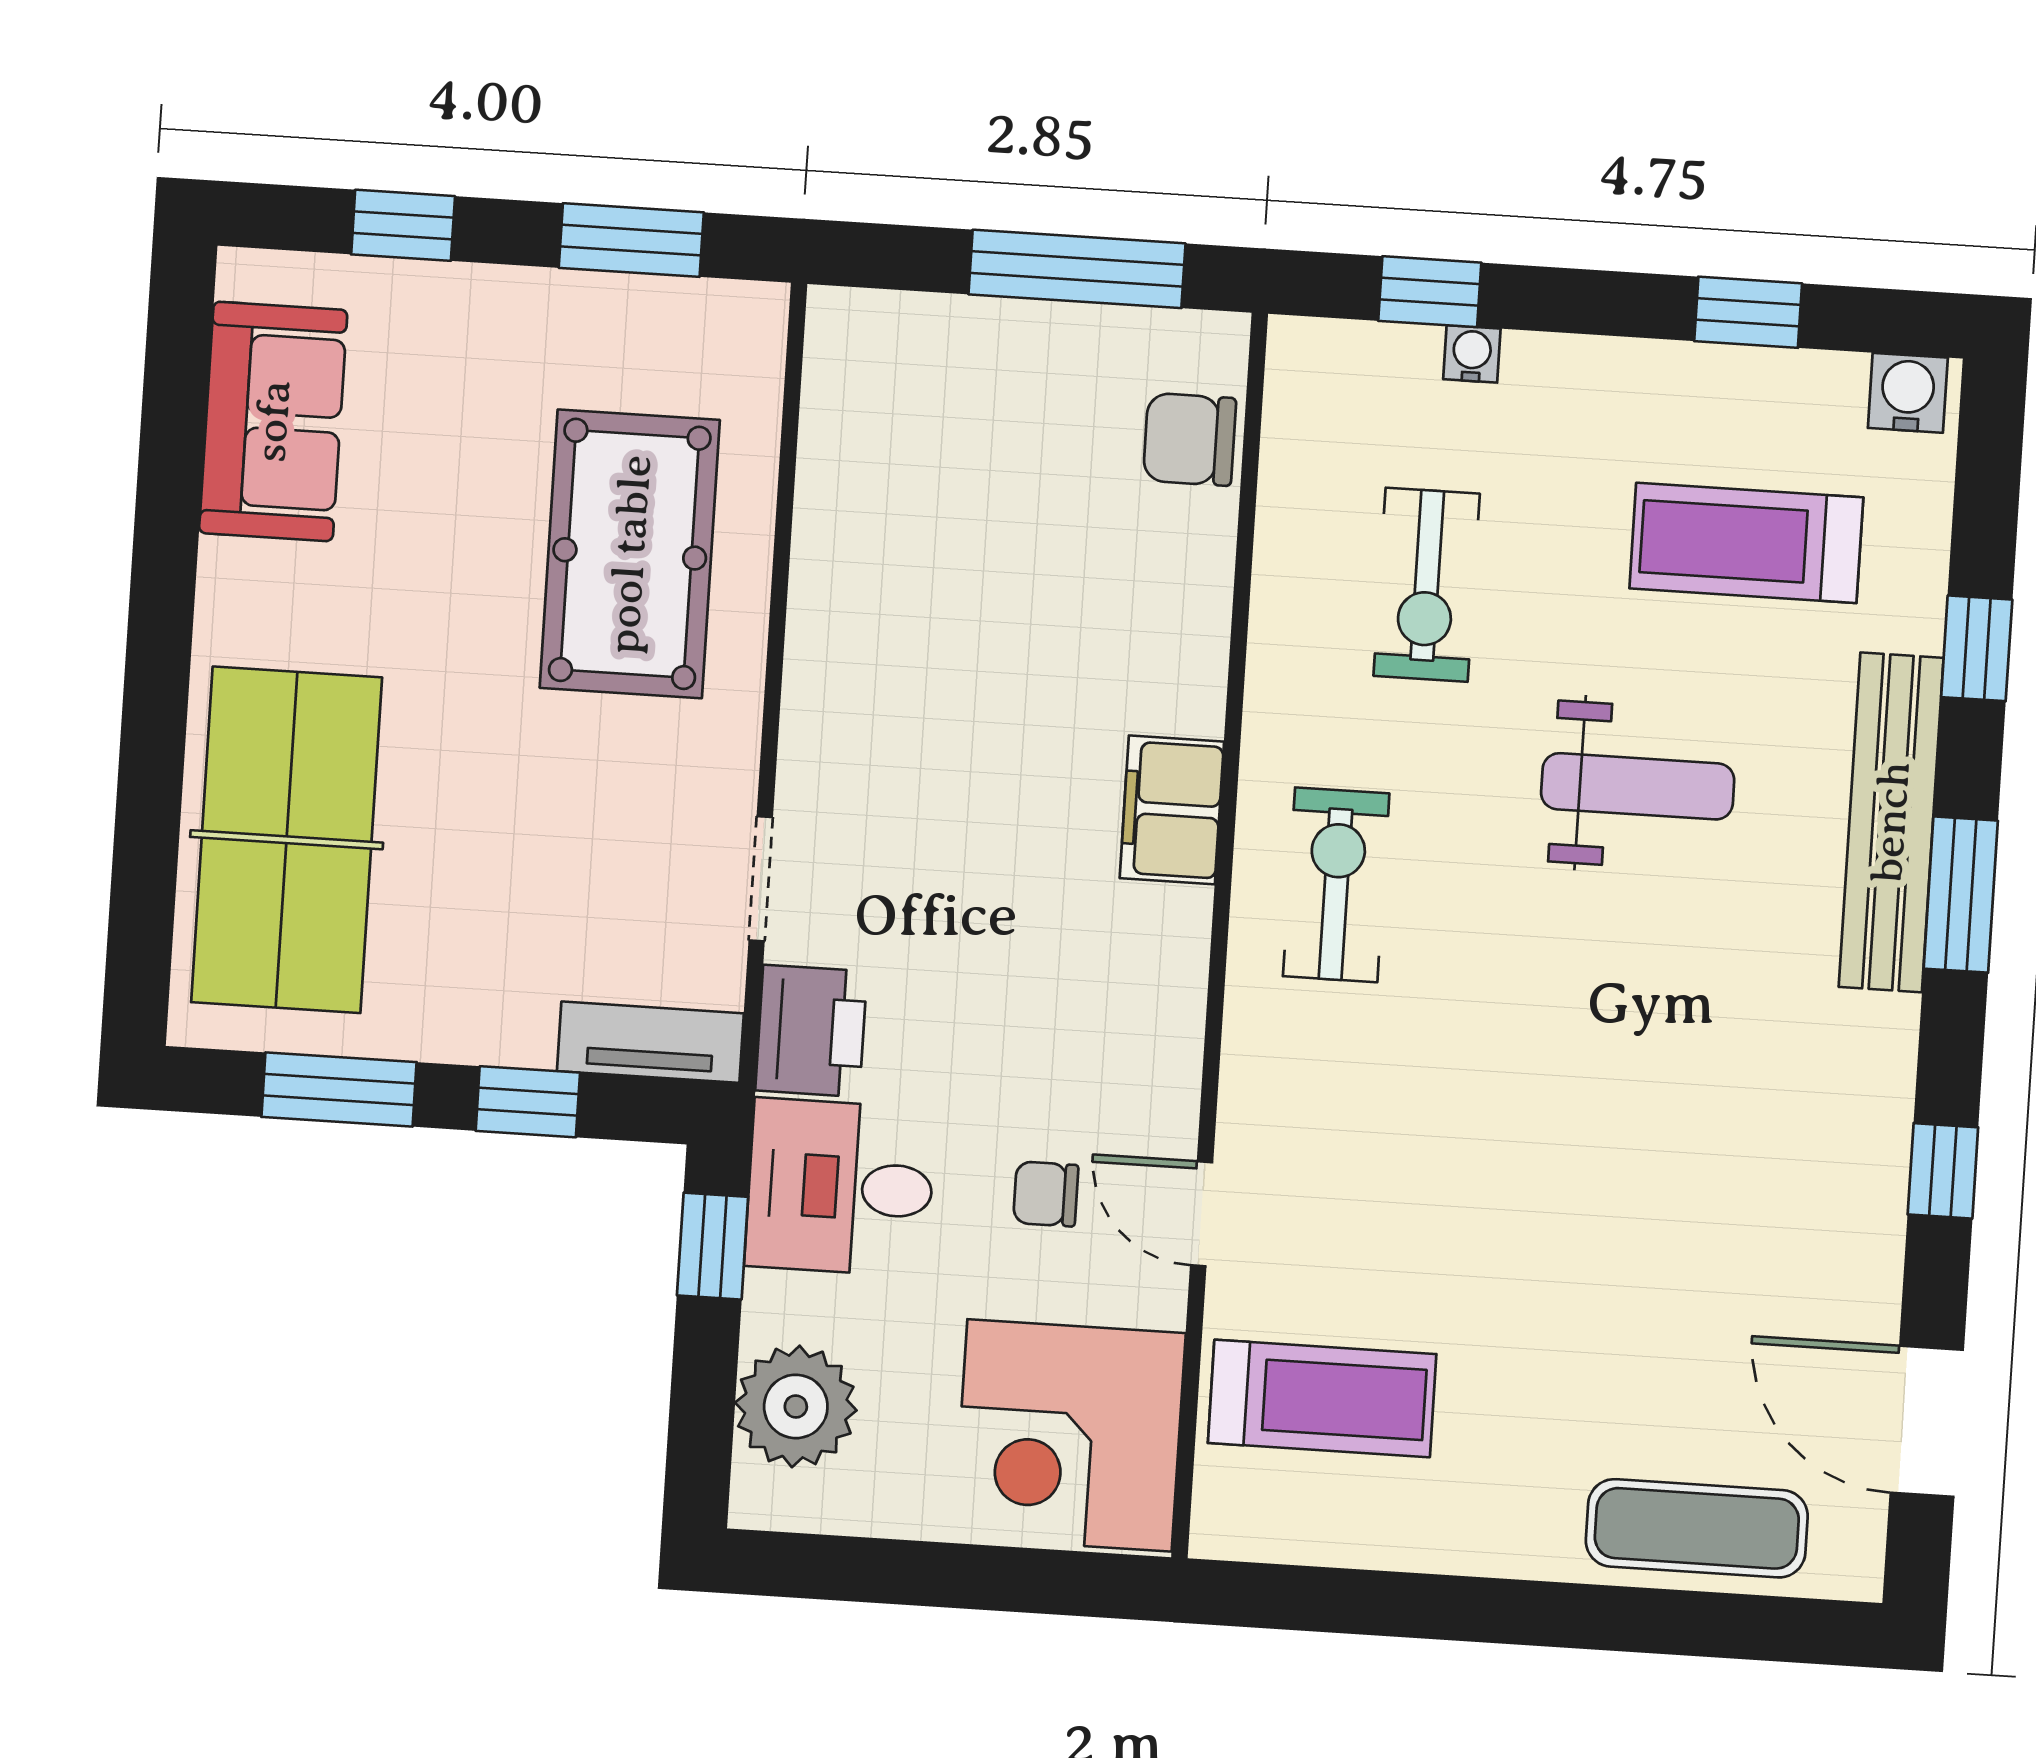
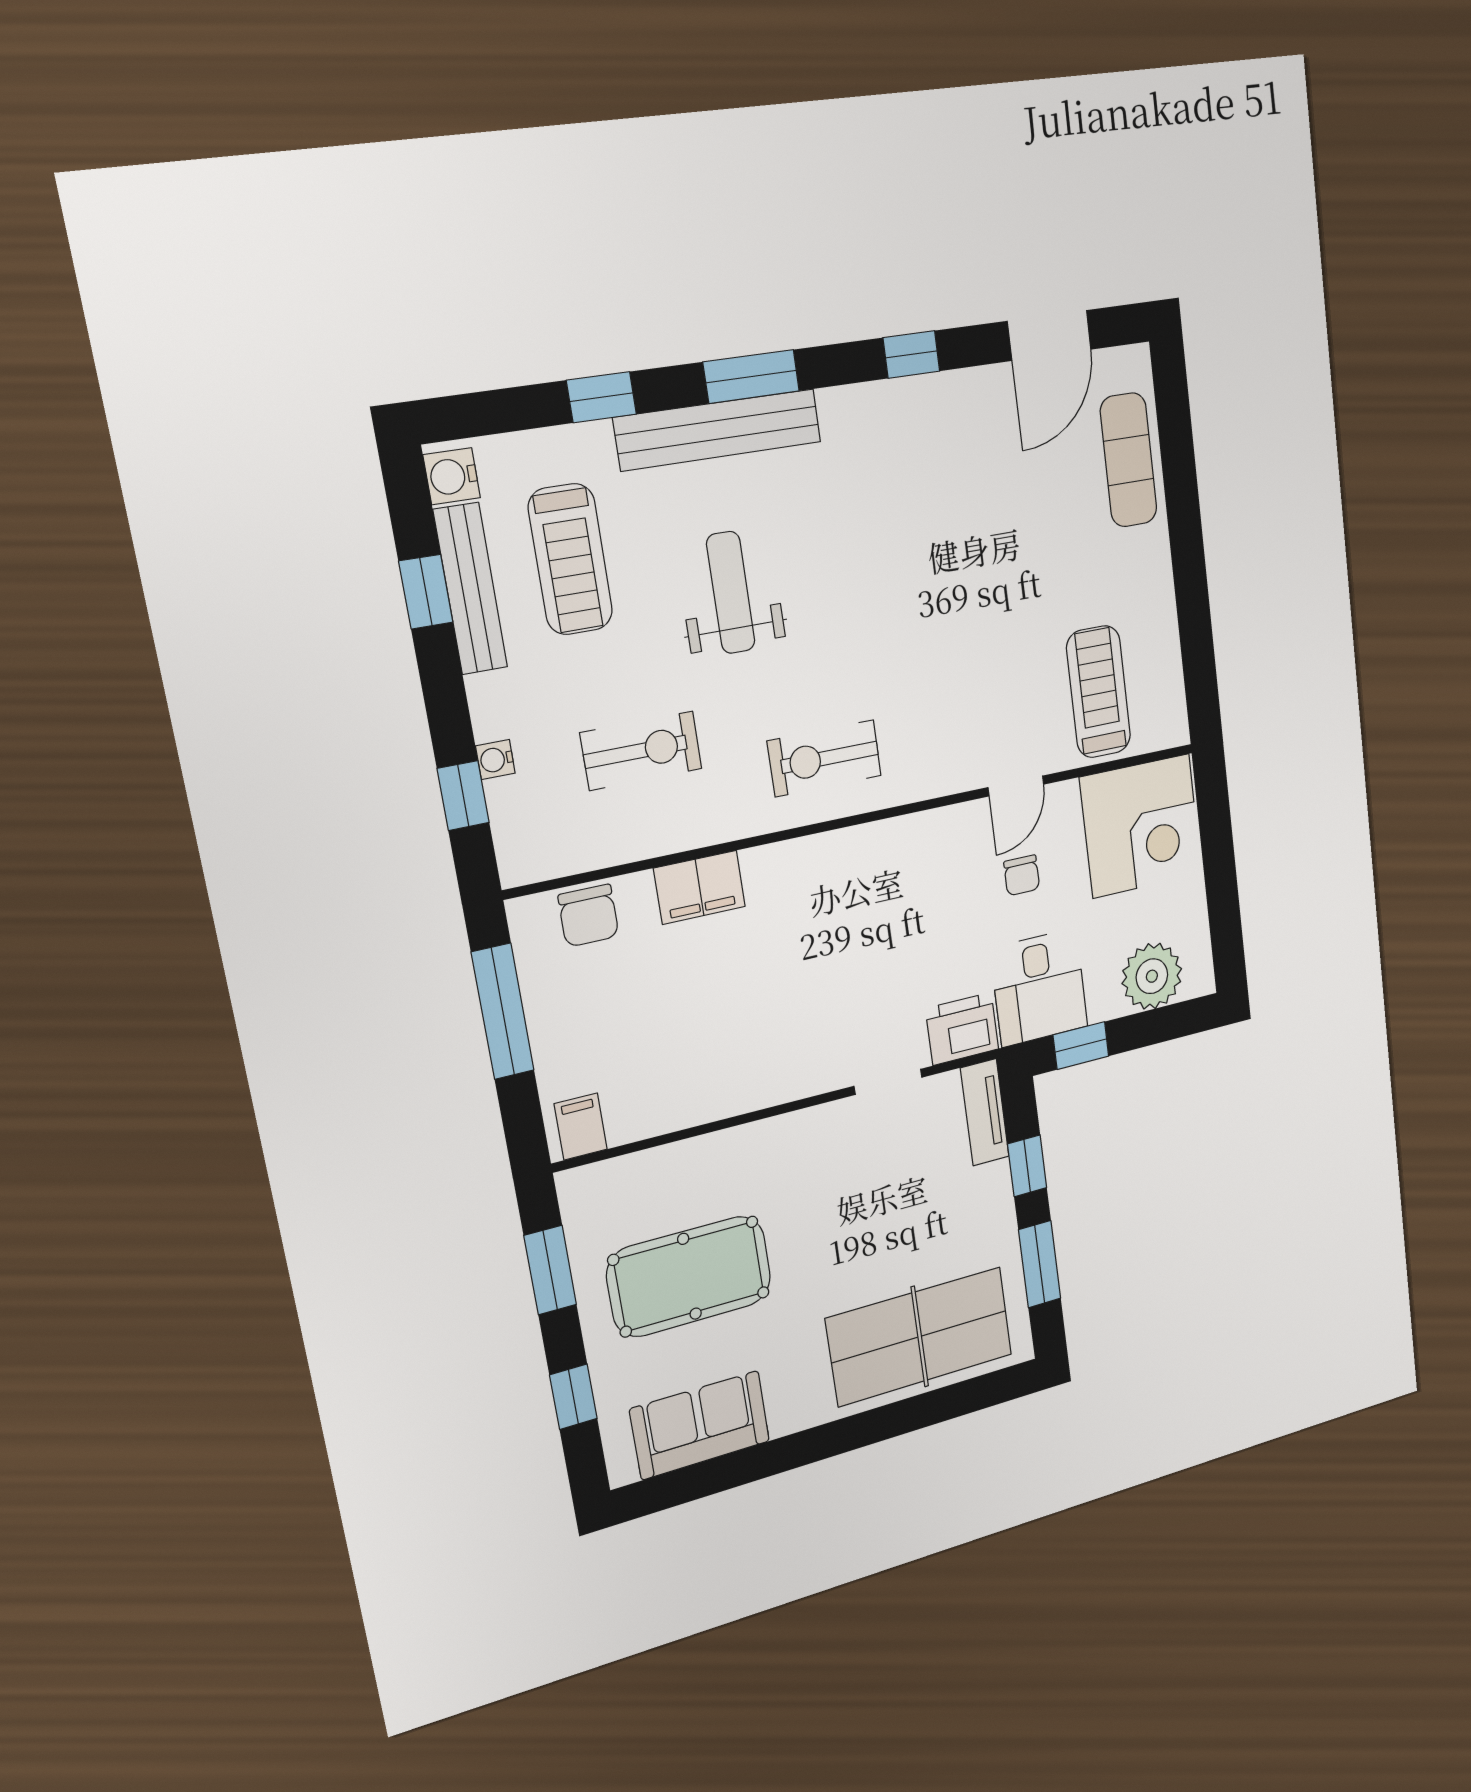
filing cabinet: (852, 346) -> (581, 1127), added
bench: (1737, 380) -> (470, 589), added
pool table: (630, 554) -> (689, 1276), moved
filing cabinet: (1172, 810) -> (700, 887), moved

